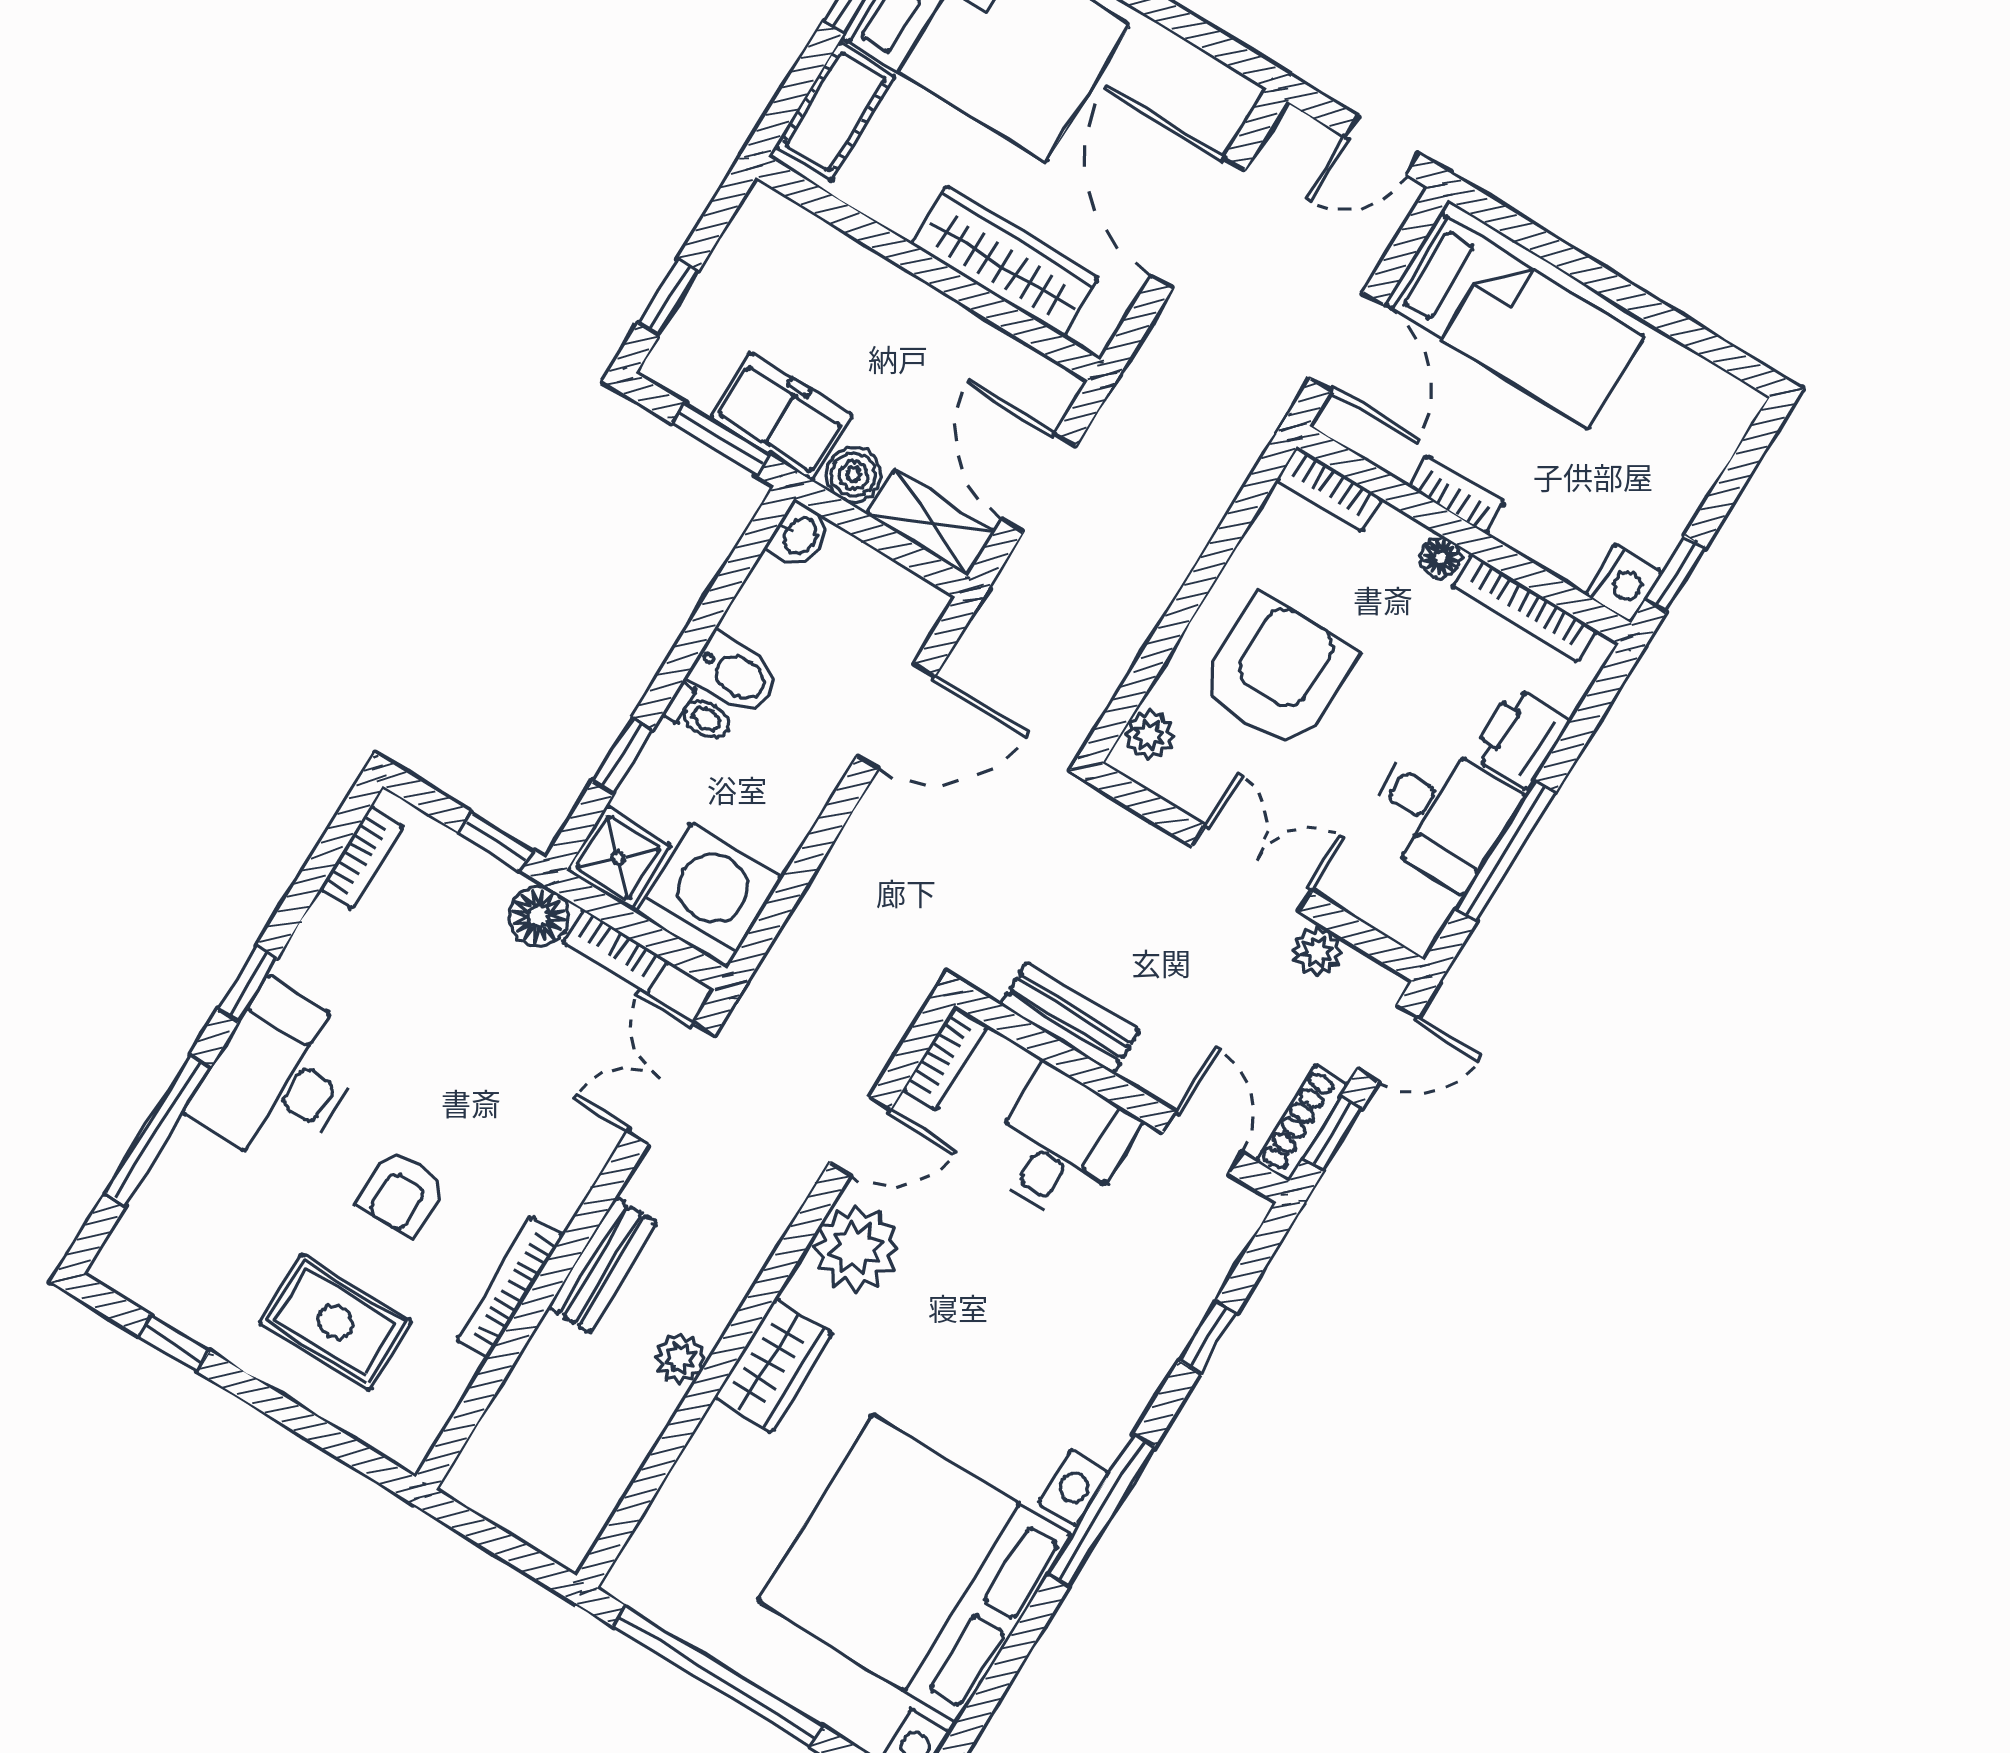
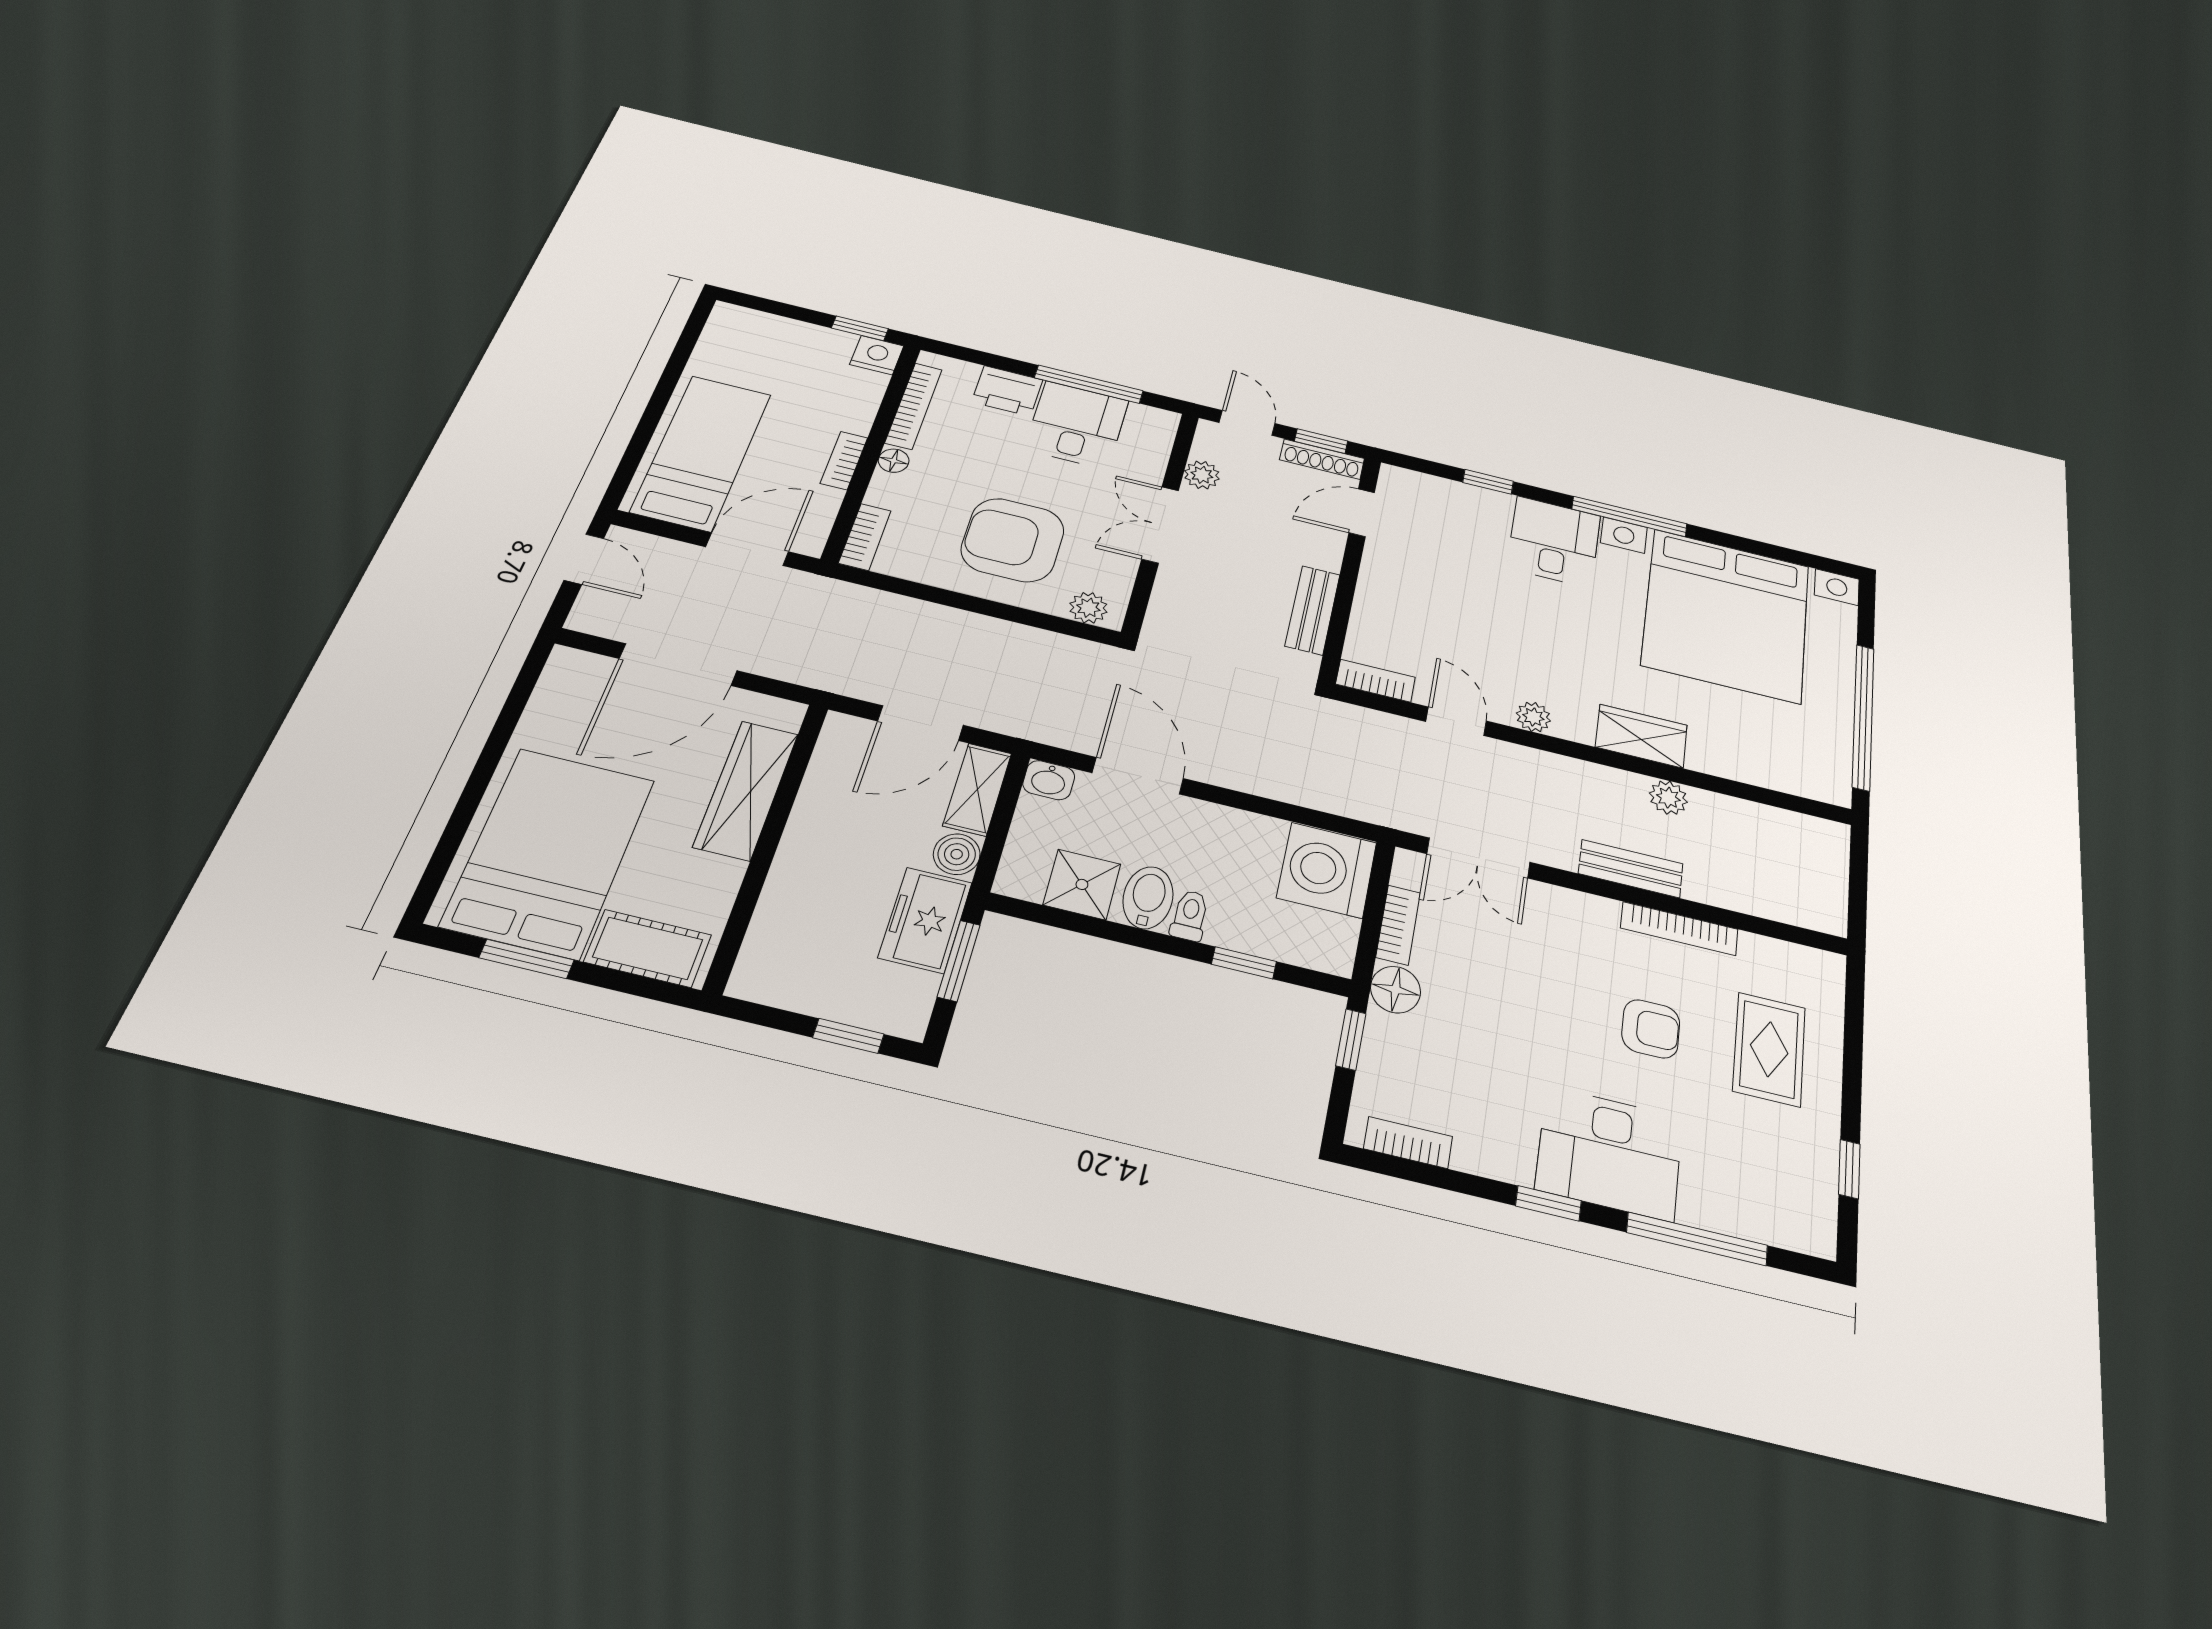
washbasin: (799, 535) -> (1049, 780), moved, turned 180
shower: (619, 858) -> (1082, 884), moved
desk: (1061, 1145) -> (1554, 542), moved, turned 90
plant: (856, 1248) -> (1533, 717), width x0.53, depth x0.53

